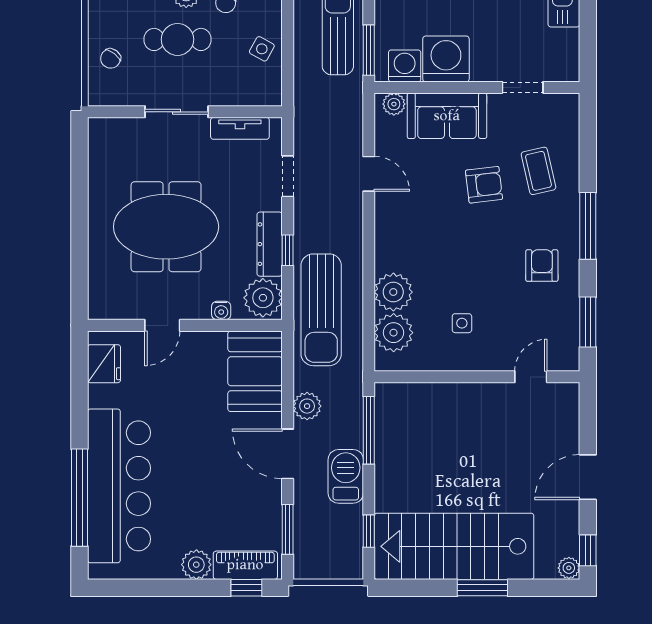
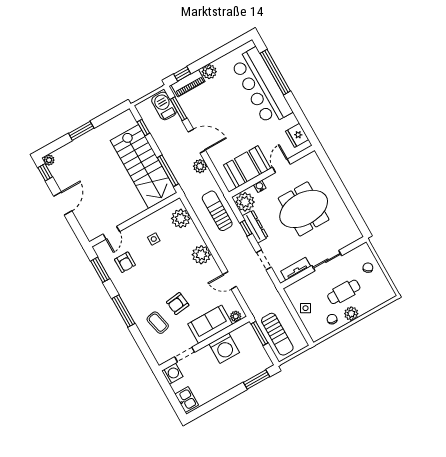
washing machine: (405, 66) -> (172, 374), moved, turned -90
armchair: (542, 266) -> (125, 262), moved
plant: (393, 292) -> (201, 255), moved
sun lounger: (321, 310) -> (217, 211), width x0.73, depth x0.75
booth: (255, 371) -> (247, 167), moved, turned 90
barbecue: (346, 476) -> (164, 106), moved, turned 180
stairs: (454, 546) -> (144, 167), moved, turned 90

